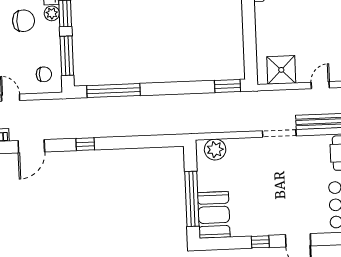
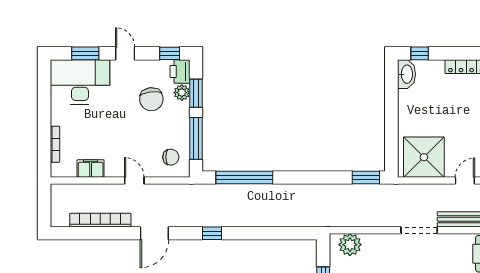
chair: (24, 21) -> (151, 99), turned 83
shower: (281, 70) -> (424, 157), width x1.37, depth x1.37

